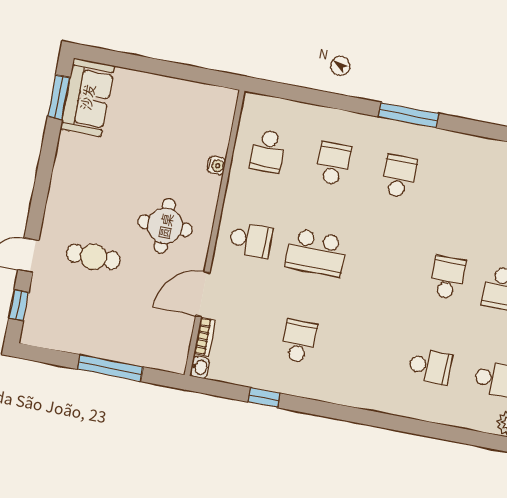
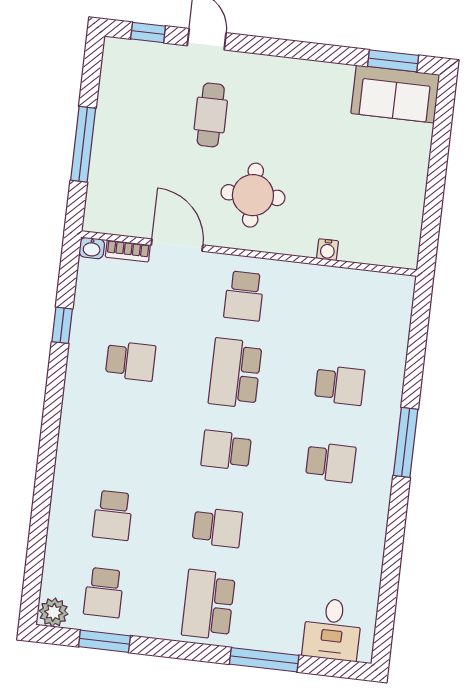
window: (409, 115) -> (406, 442), moved
school desk: (268, 151) -> (226, 450), moved

